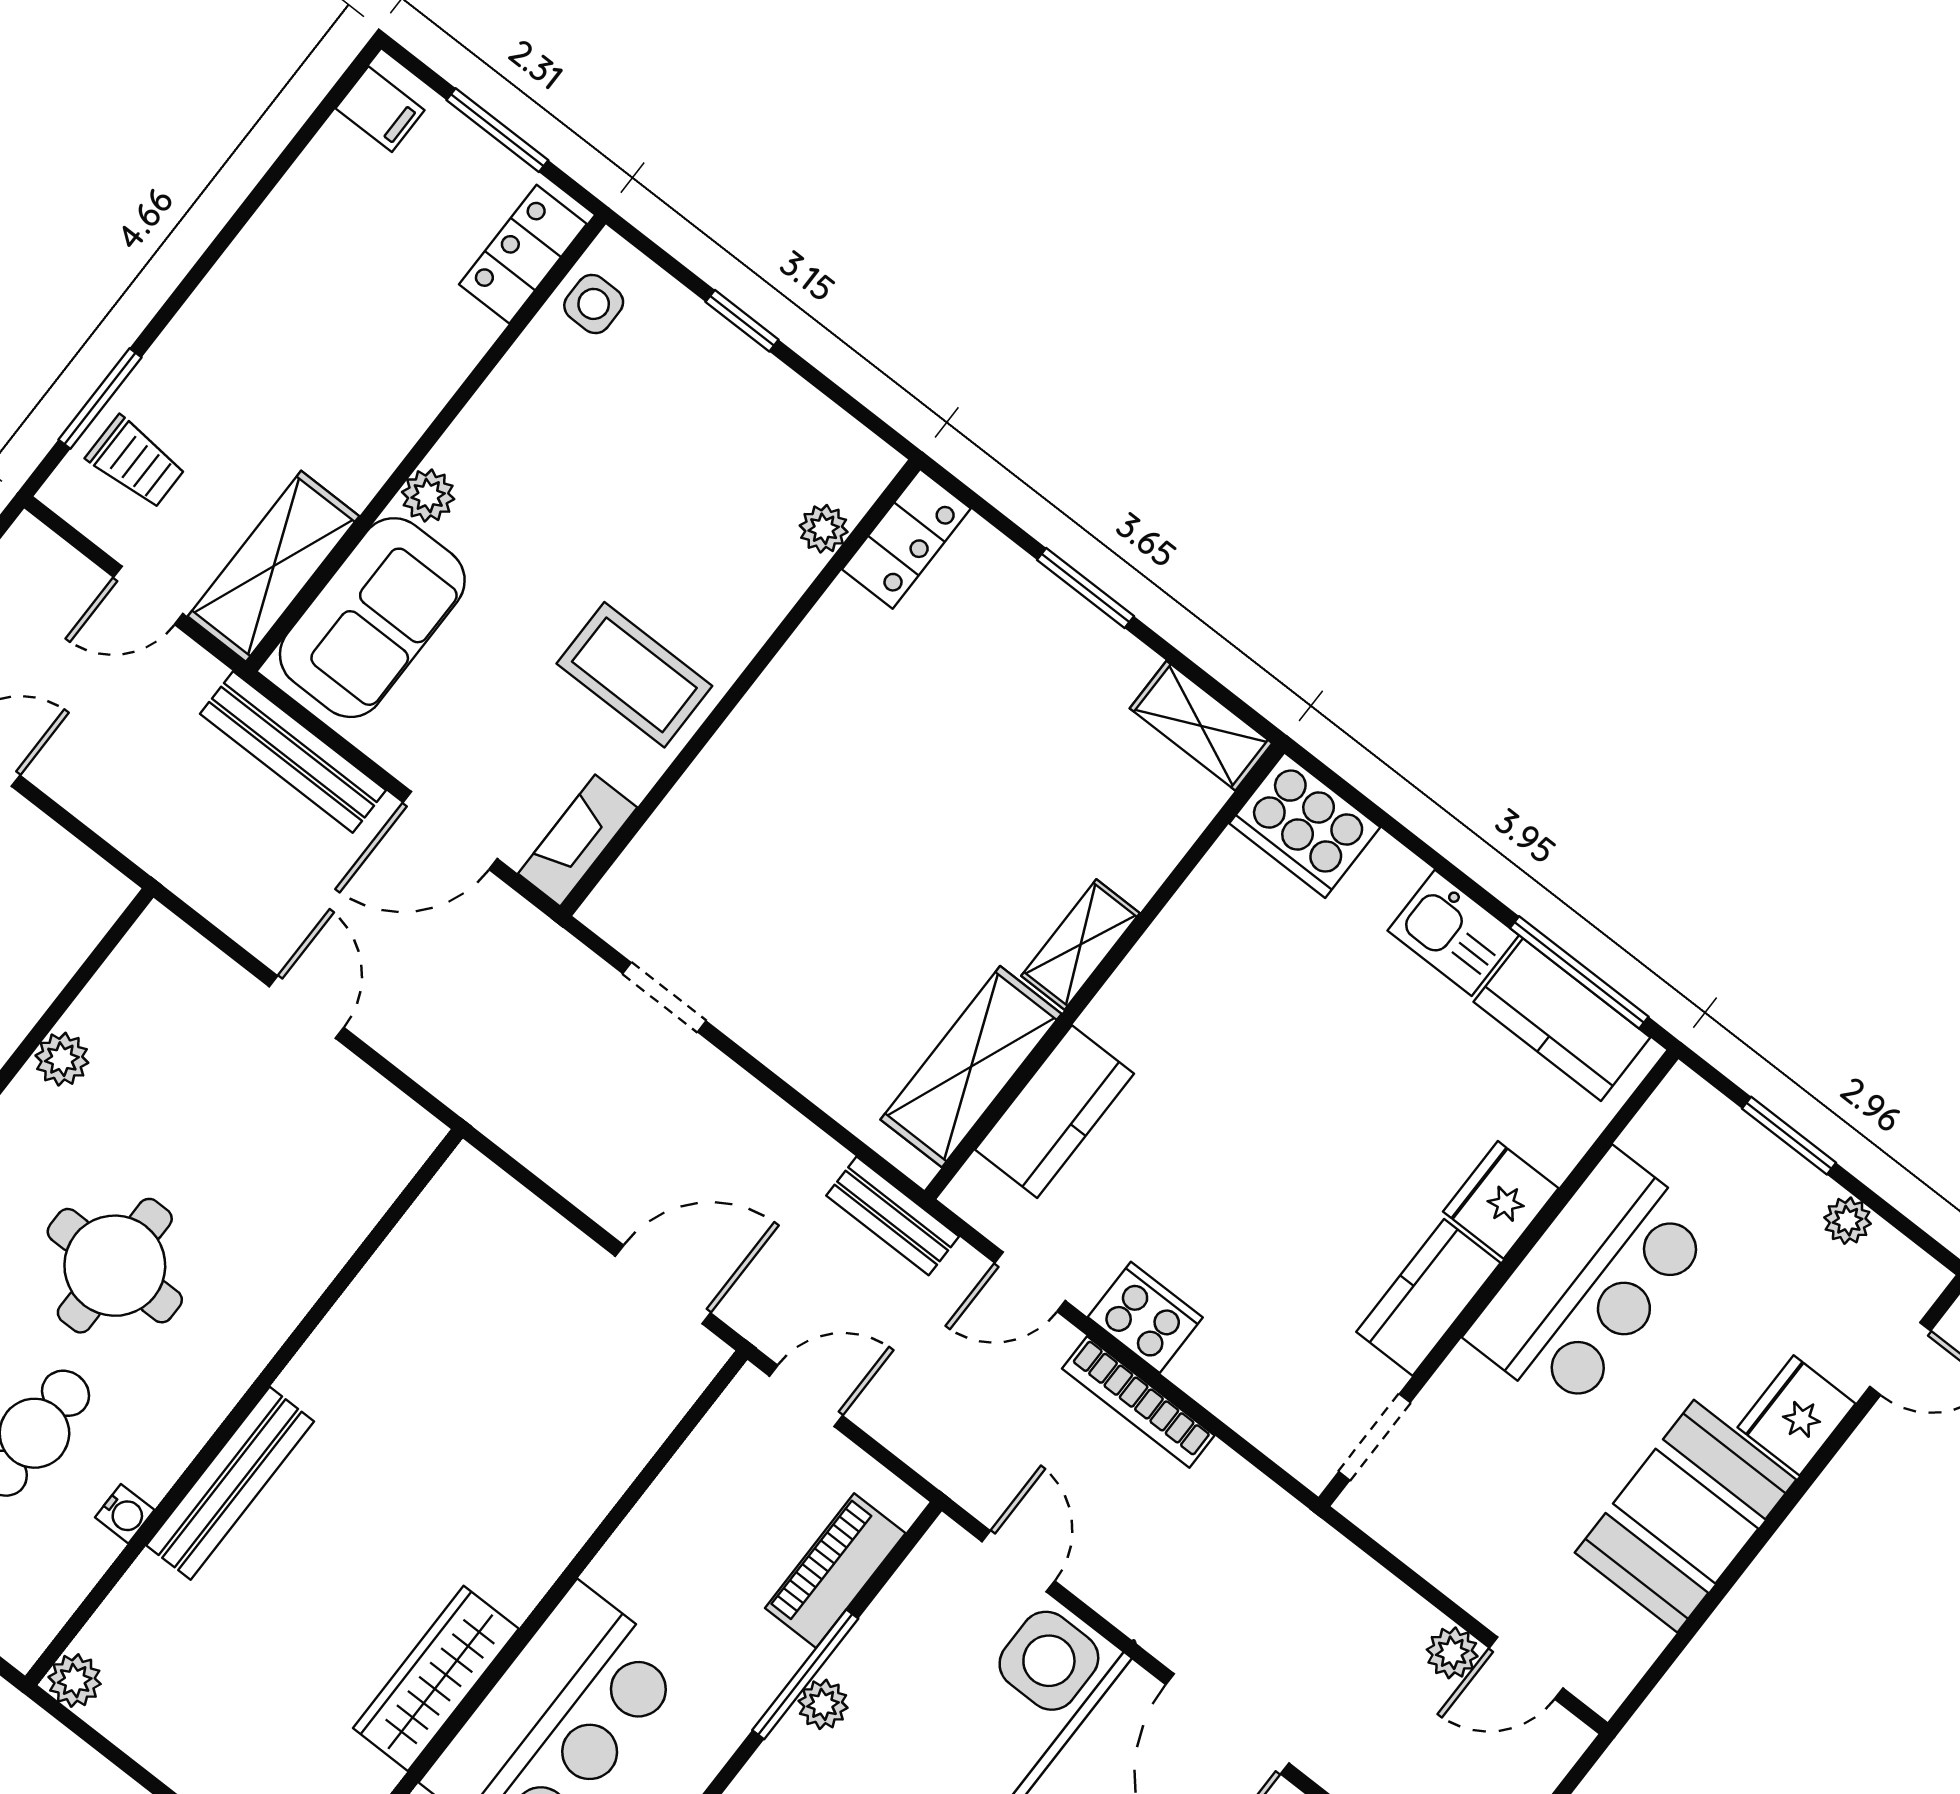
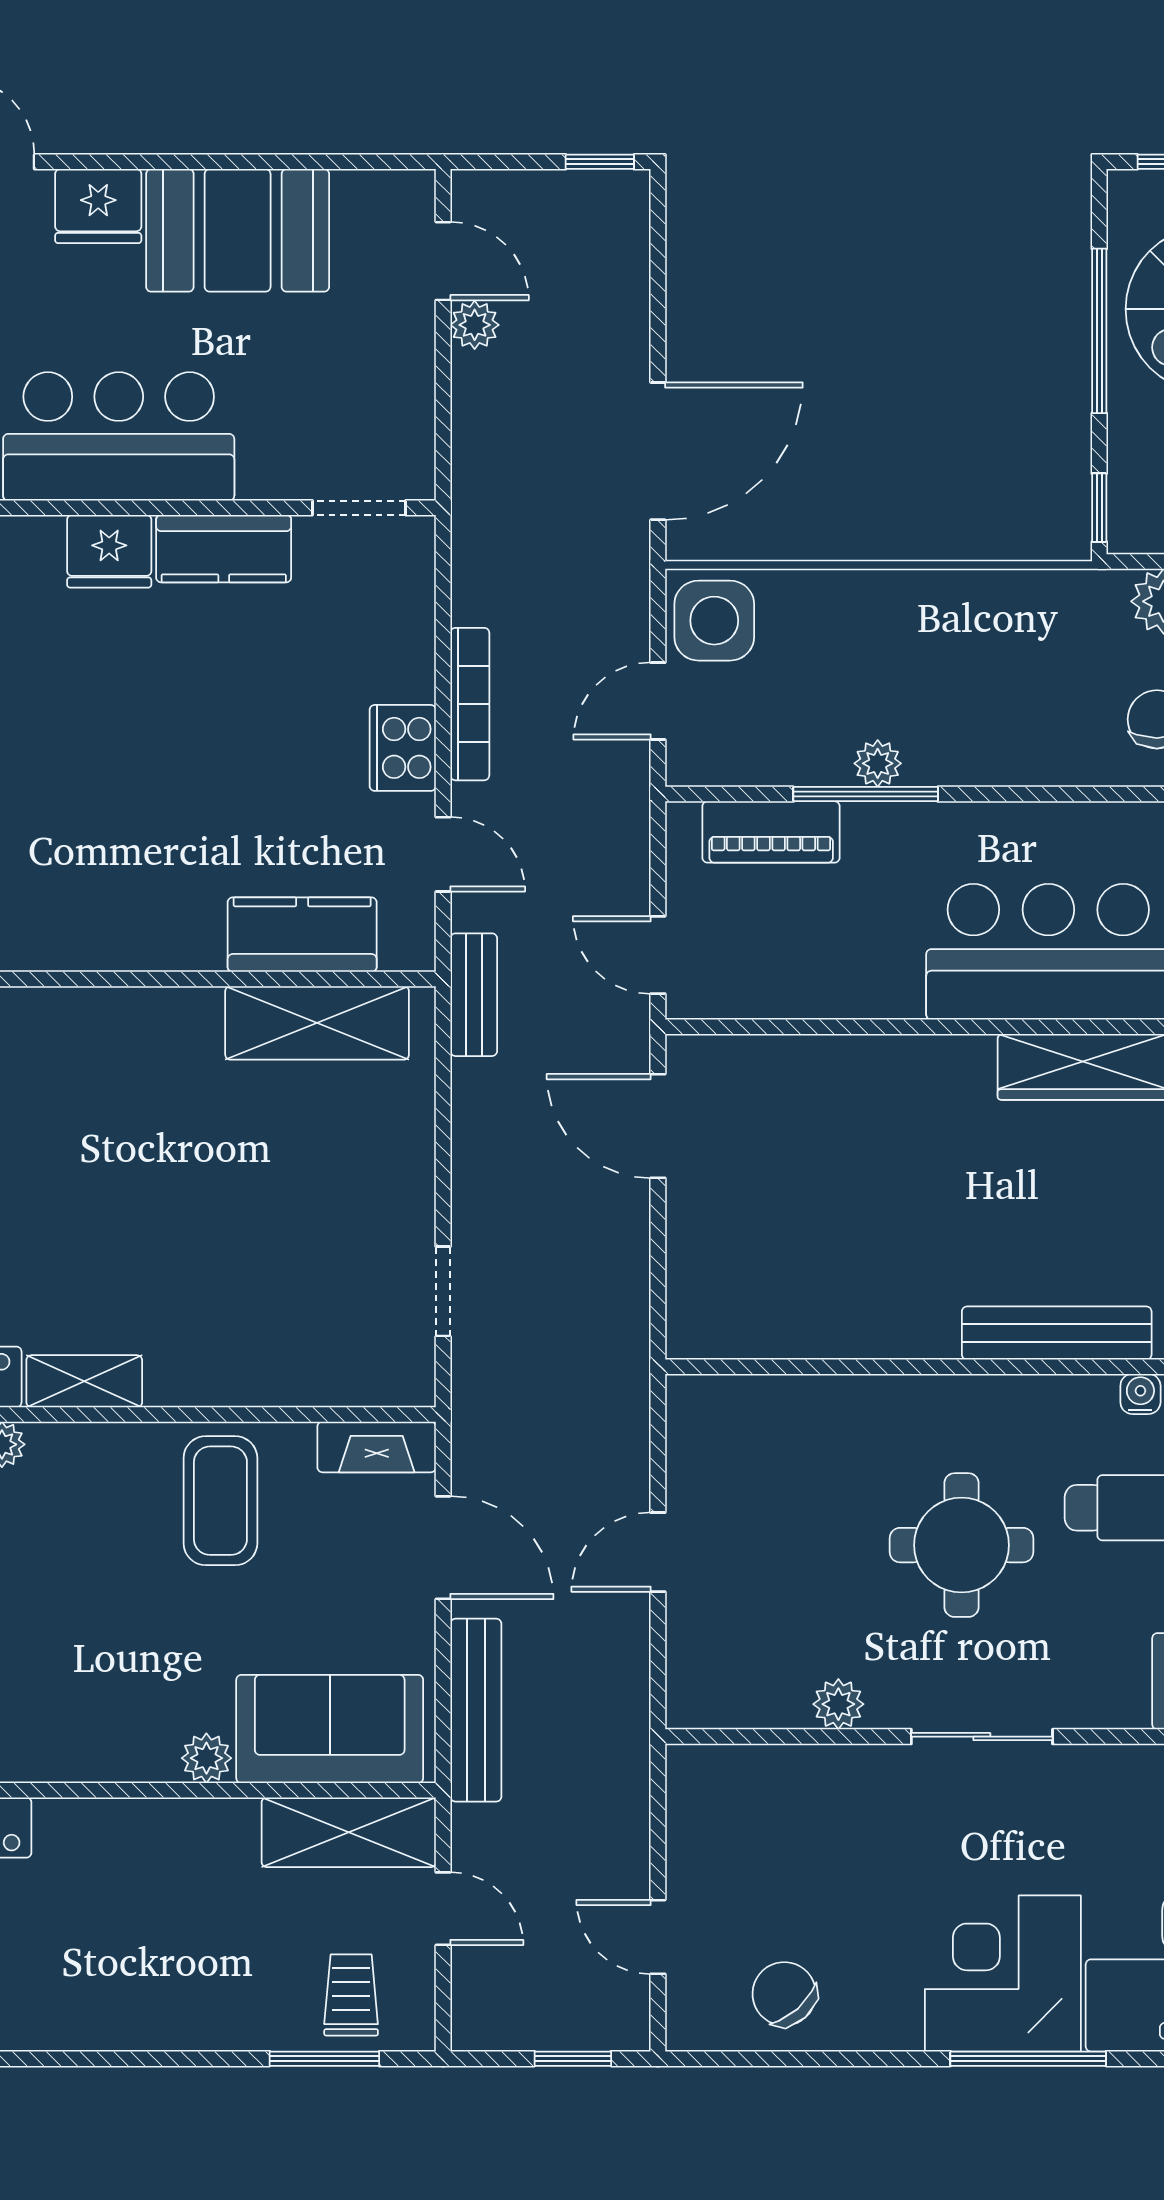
shelving: (1081, 944) -> (84, 1381), moved

